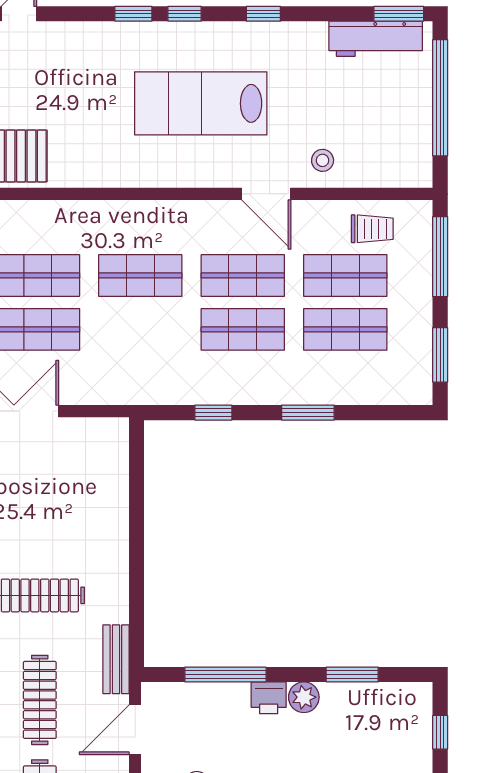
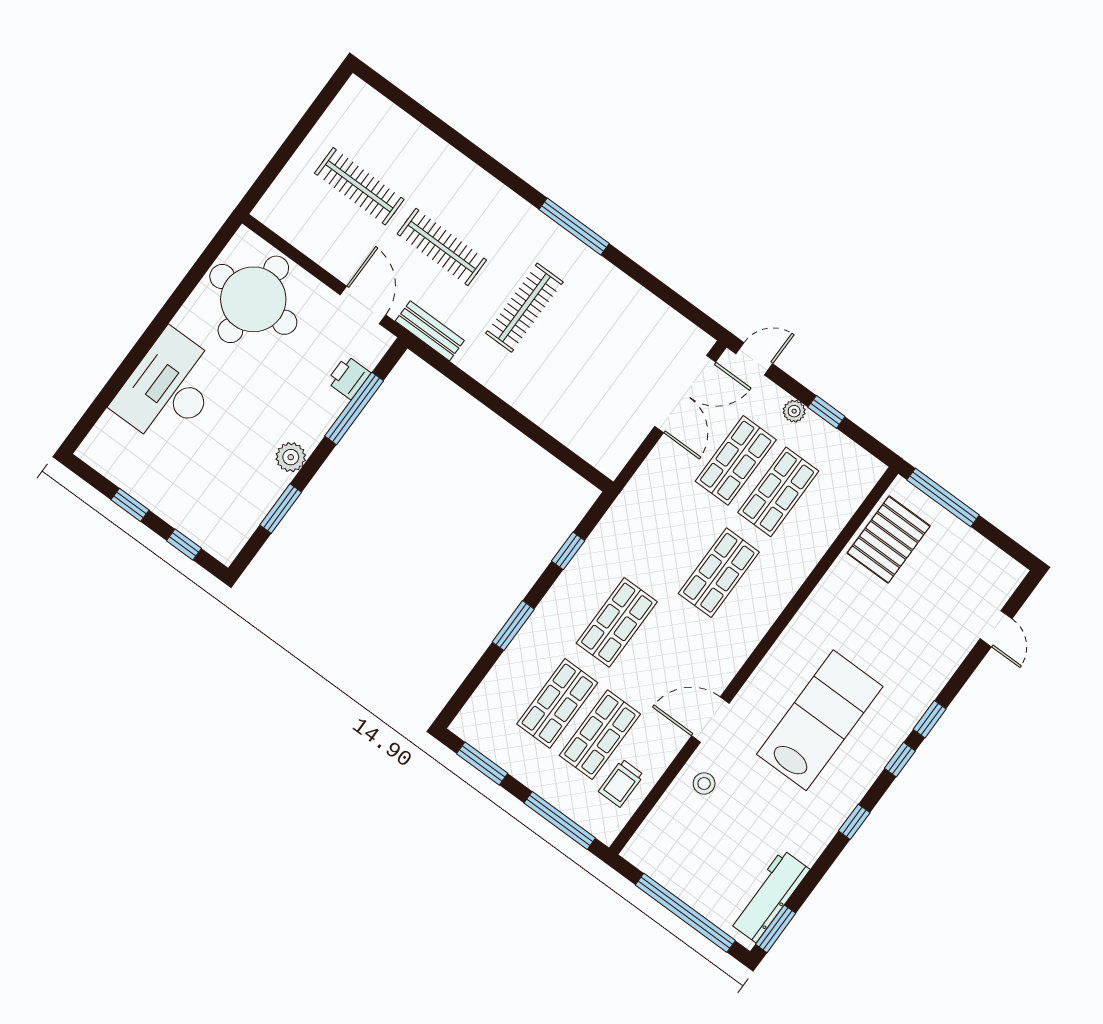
shop shelf: (243, 275) -> (659, 654), removed
printer: (269, 698) -> (349, 377), moved

